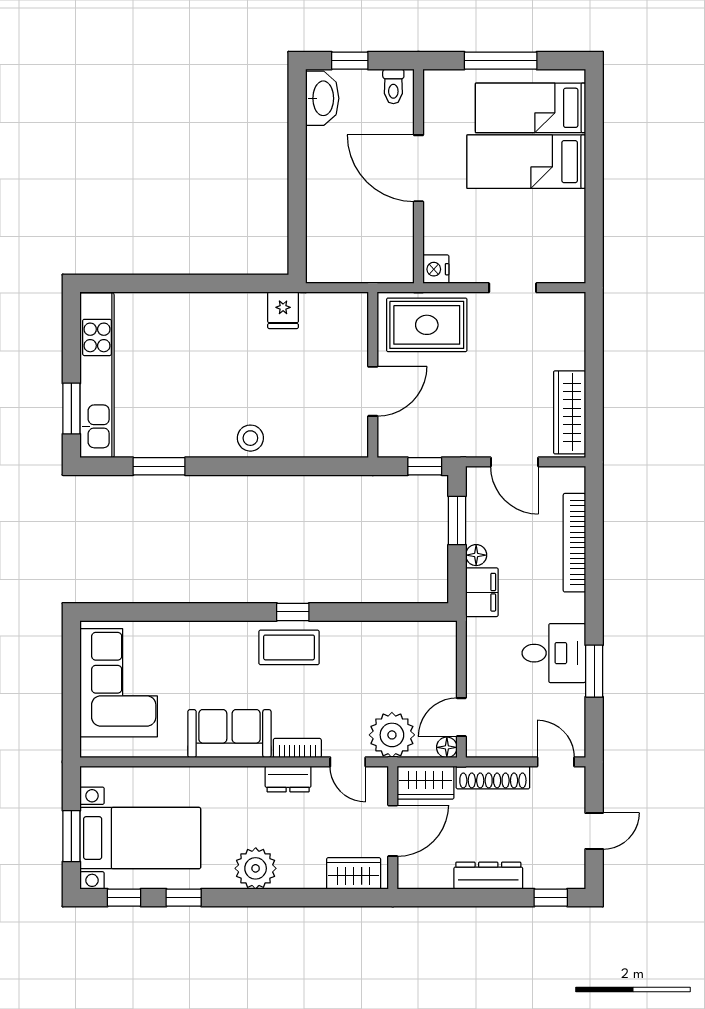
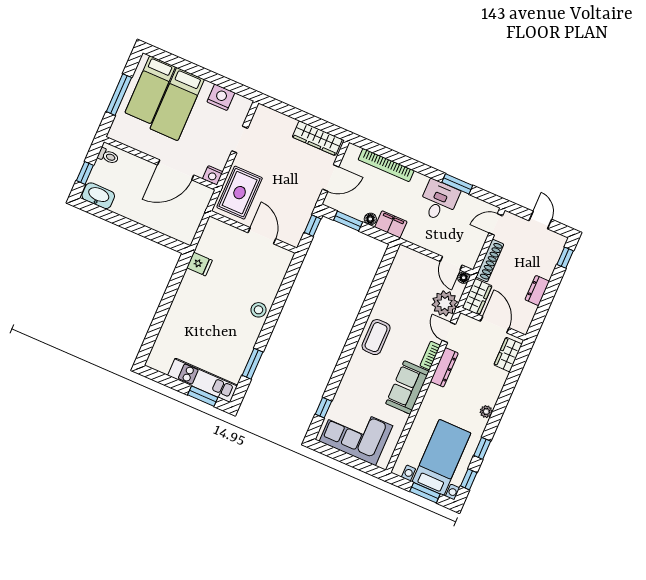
door: (418, 168) -> (176, 170), moved
nightstand: (568, 228) -> (221, 97), added
kitchen unit: (97, 375) -> (203, 380), width x0.73
window: (293, 612) -> (323, 408), moved
door: (348, 762) -> (449, 332), swing flipped
dresser: (288, 779) -> (444, 367), width x1.44
plant: (256, 868) -> (486, 412), width x0.53, depth x0.53
dresser: (488, 876) -> (537, 291), width x0.70

